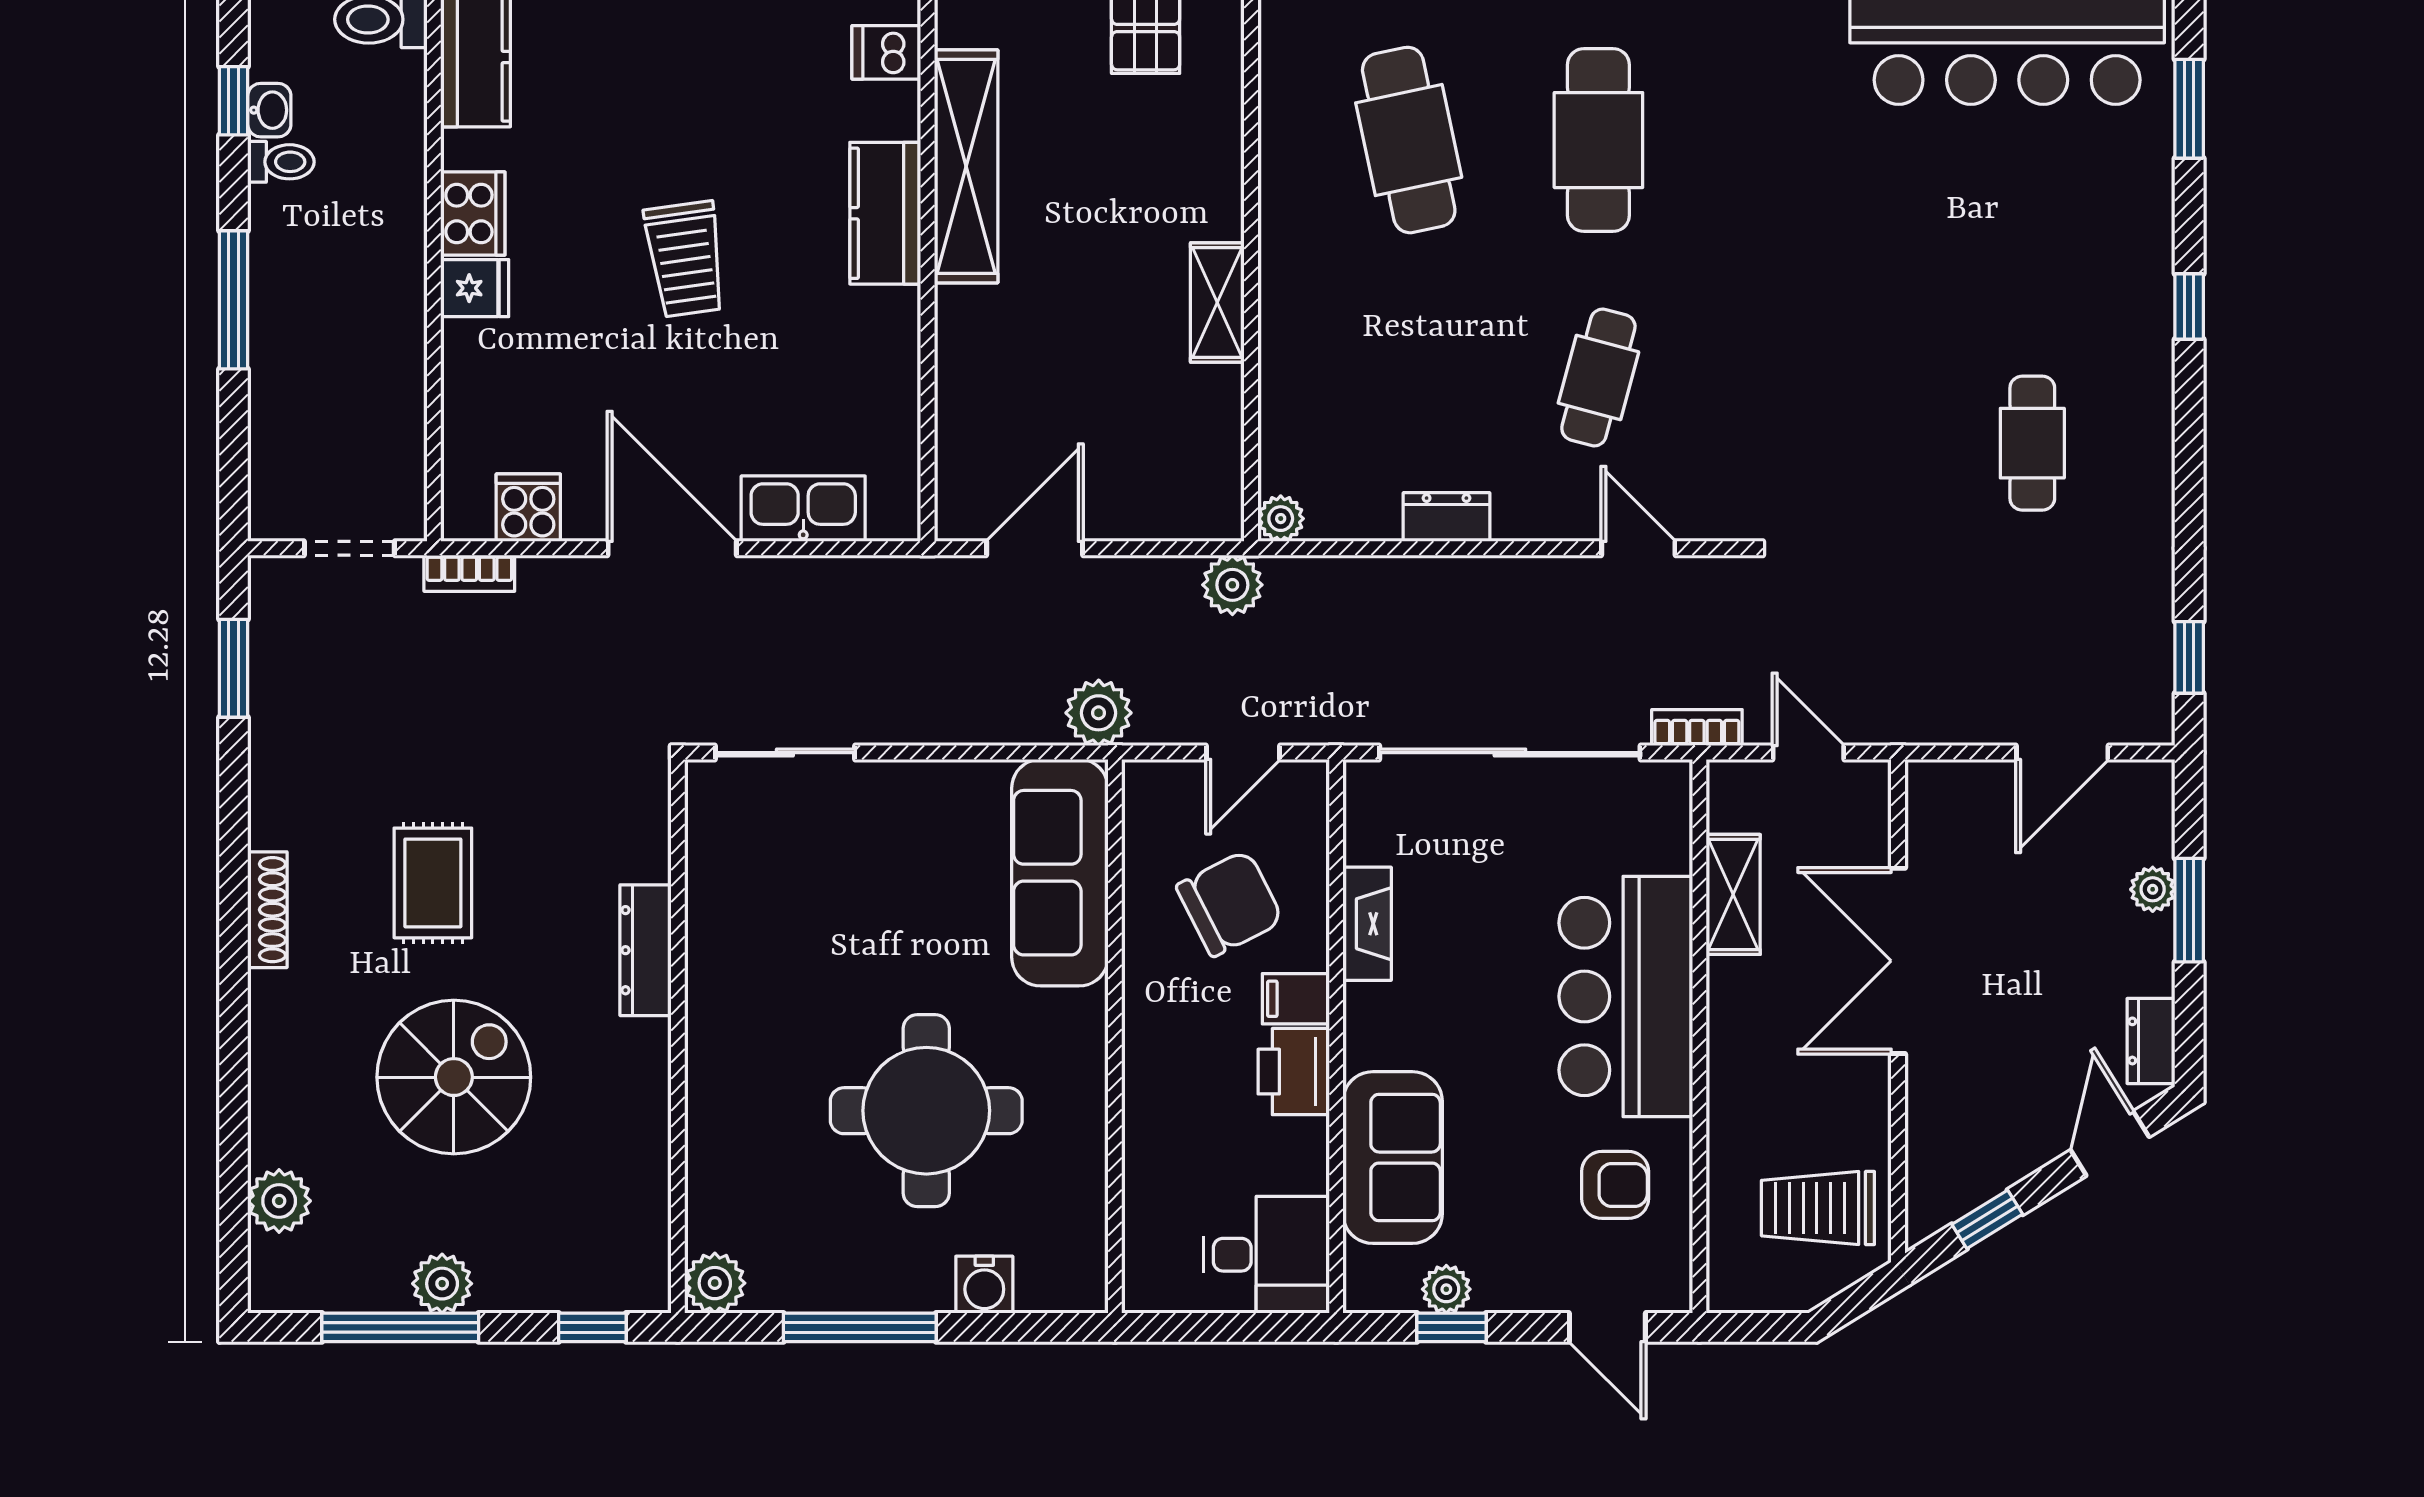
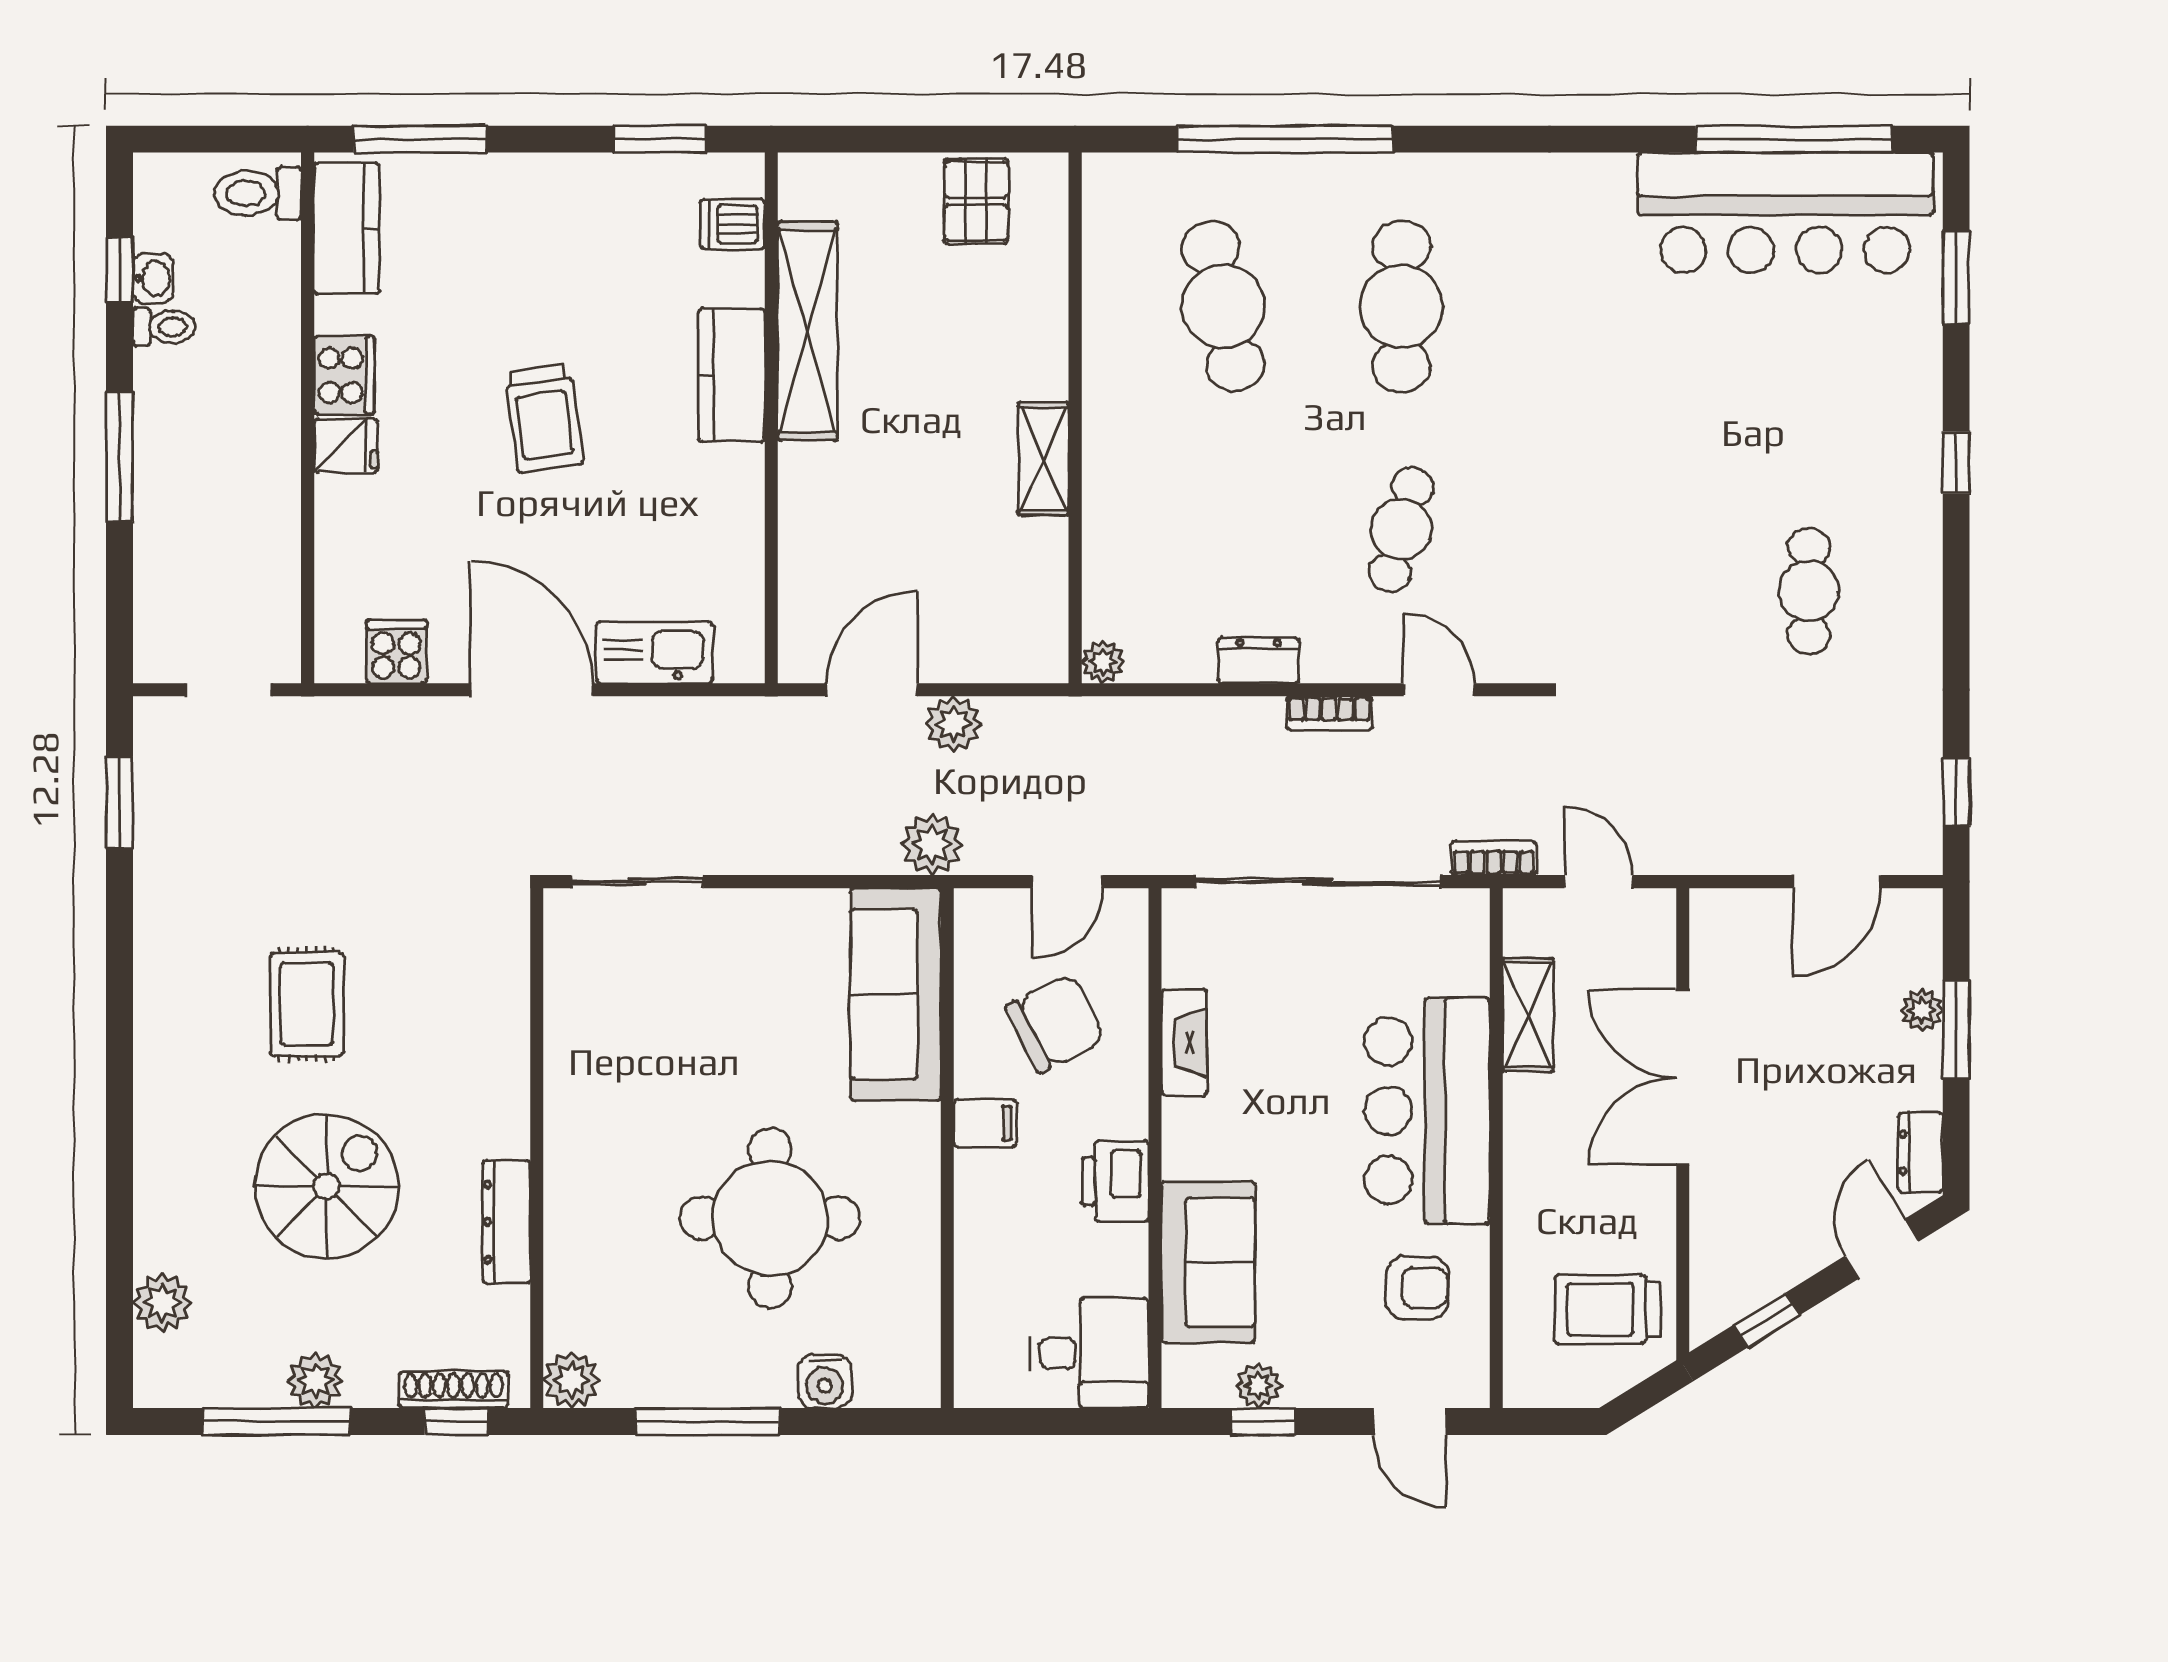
bookcase: (469, 573) -> (1329, 713), moved
plant: (1232, 585) -> (953, 724), moved
shoe rack: (267, 910) -> (453, 1390), moved, turned -90
dresser: (645, 950) -> (506, 1222), moved
filing cabinet: (1296, 999) -> (985, 1123), moved, turned 180

